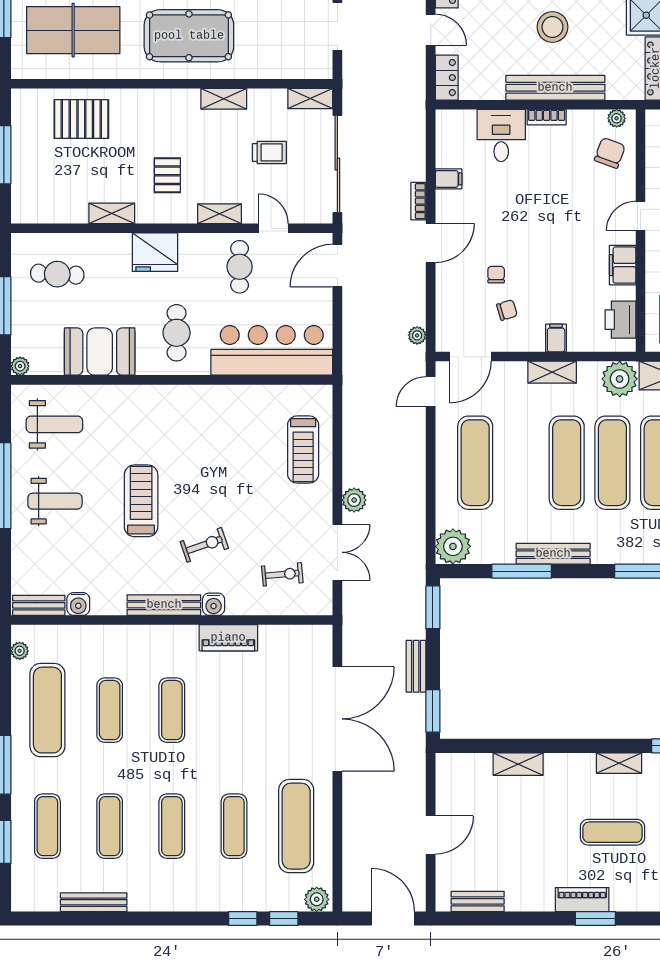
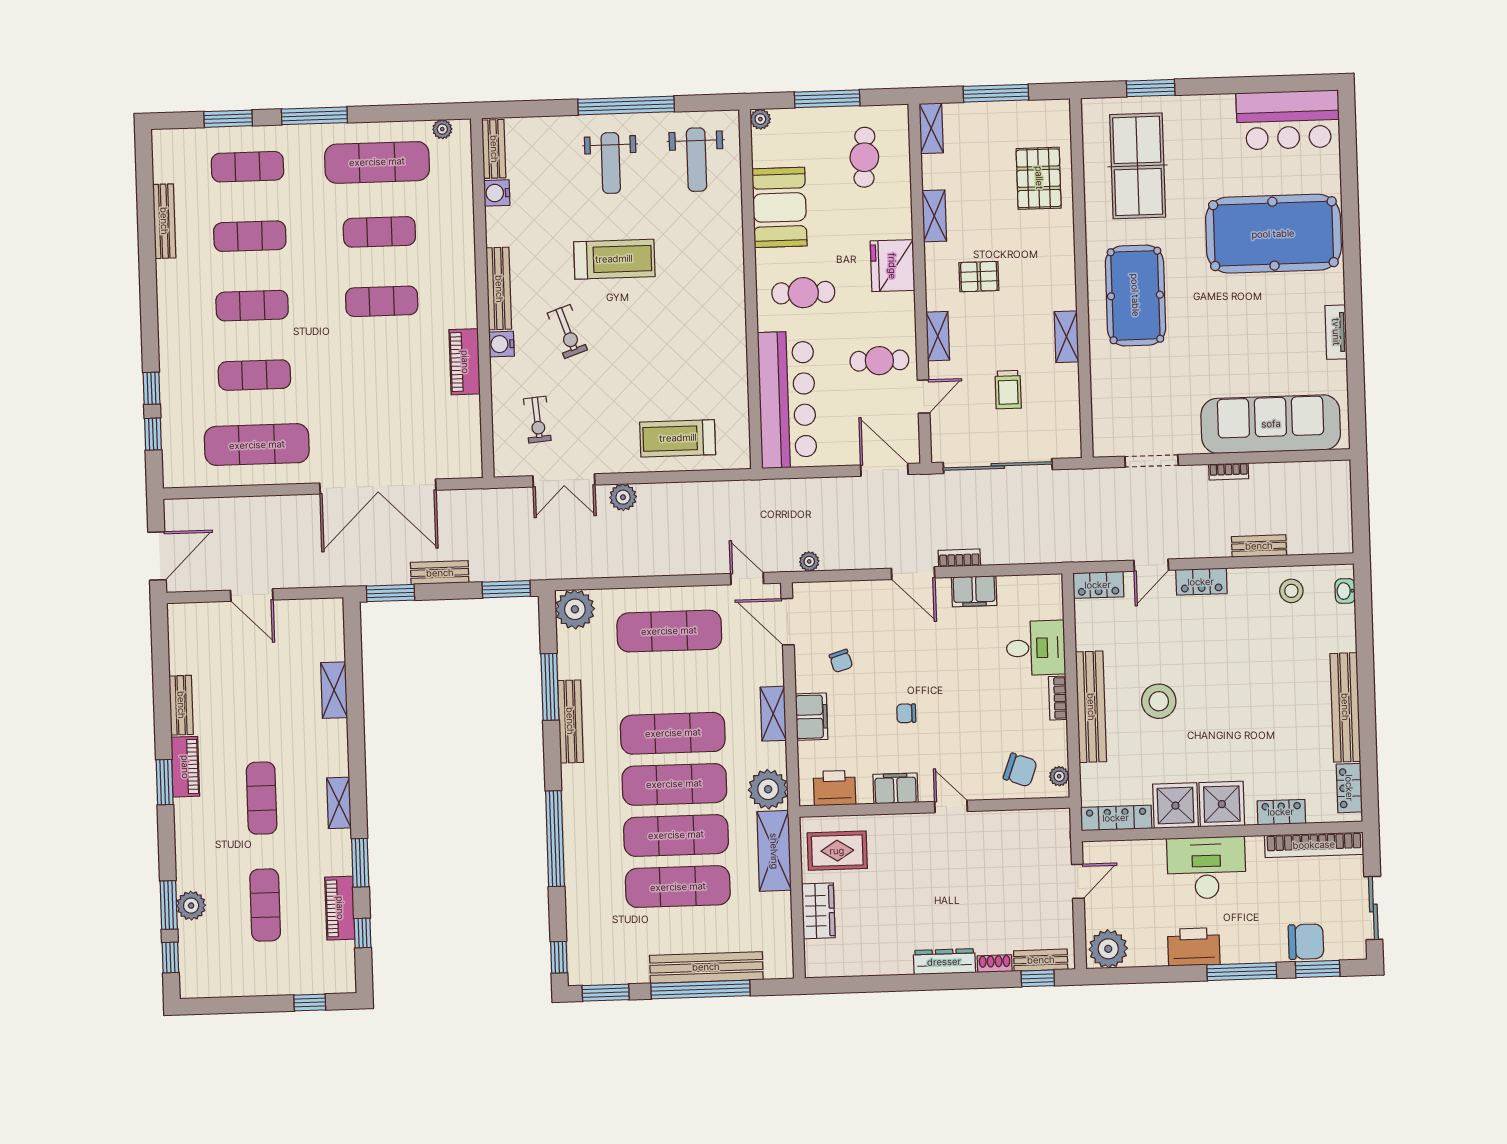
shelving: (310, 99) -> (931, 128), moved
filing cabinet: (449, 179) -> (974, 591), width x2.00
chair: (496, 275) -> (906, 713), moved, turned 180
filing cabinet: (556, 338) -> (812, 717), width x2.00
plant: (317, 899) -> (176, 470), removed
bench: (478, 901) -> (181, 705), moved

